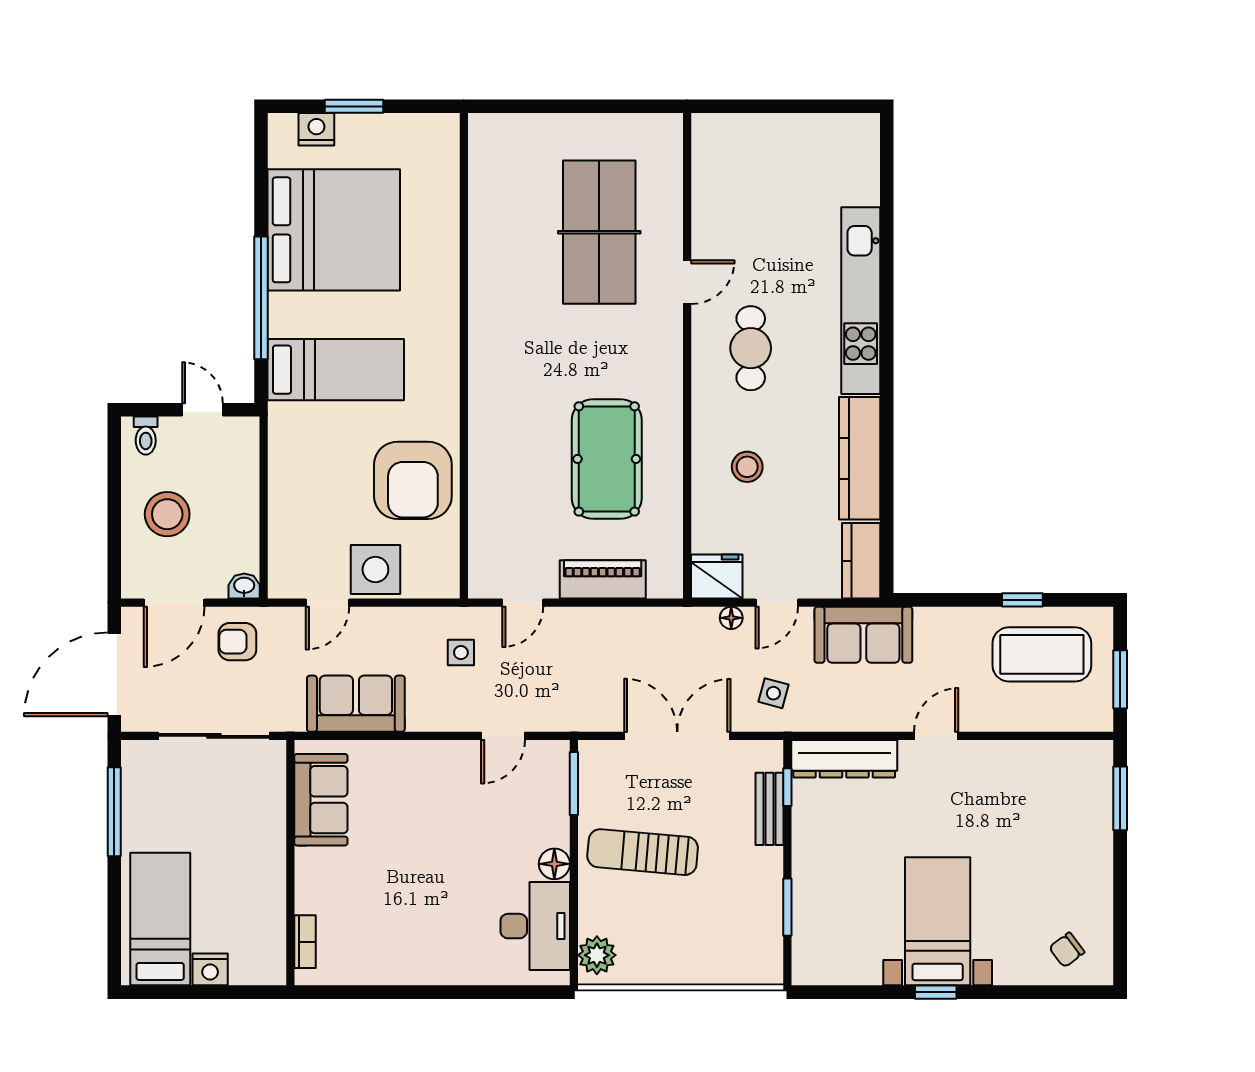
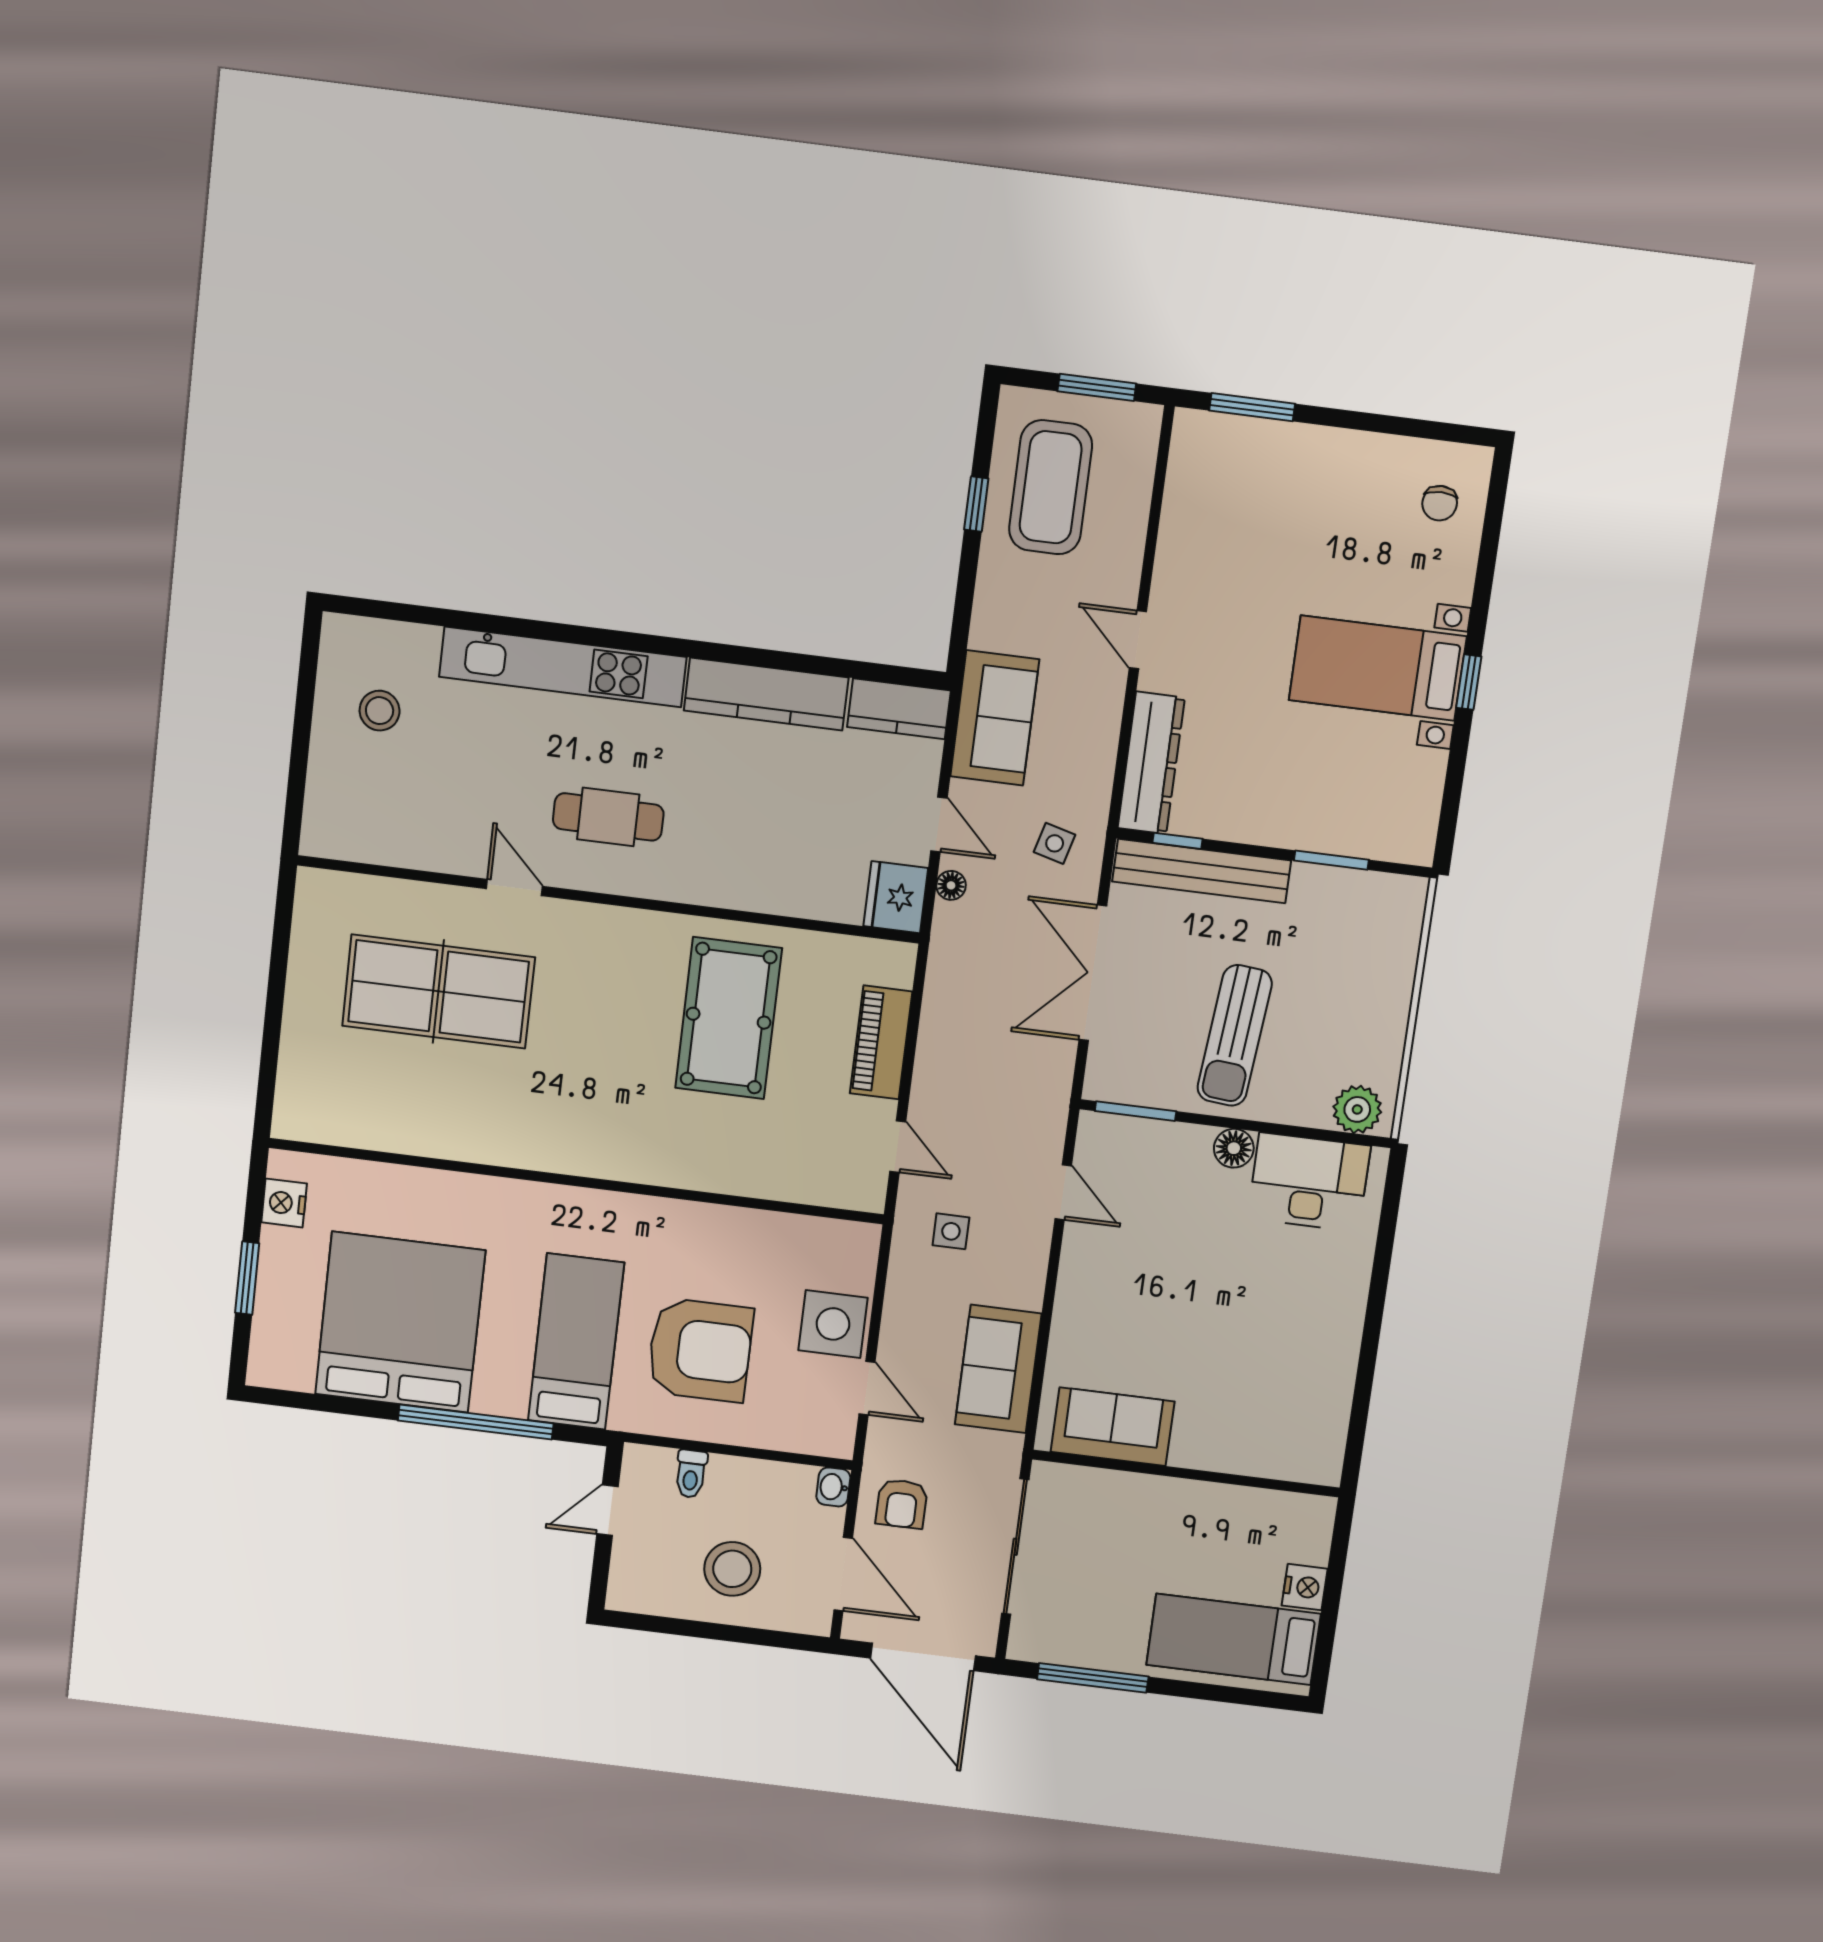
nightstand: (316, 129) -> (284, 1203), moved
toilet: (146, 436) -> (691, 1474), moved, turned 90
pool table: (607, 459) -> (729, 1018), turned 90
stool: (747, 467) -> (380, 711), moved
armchair: (413, 480) -> (700, 1350), moved
bench: (769, 809) -> (1202, 871), width x1.86, depth x1.21
bookcase: (305, 942) -> (1287, 1468), removed
chair: (1067, 950) -> (1440, 503), turned 37

